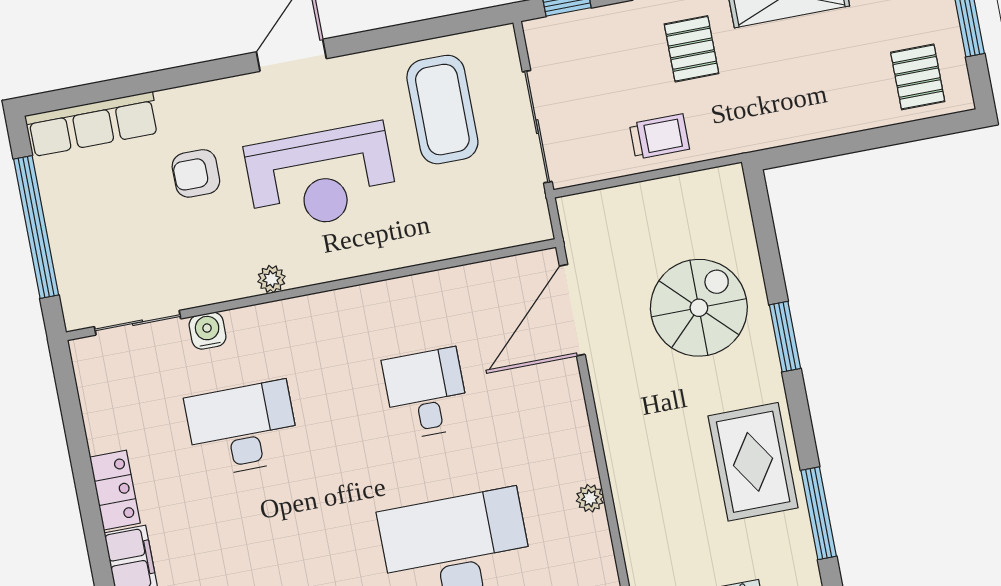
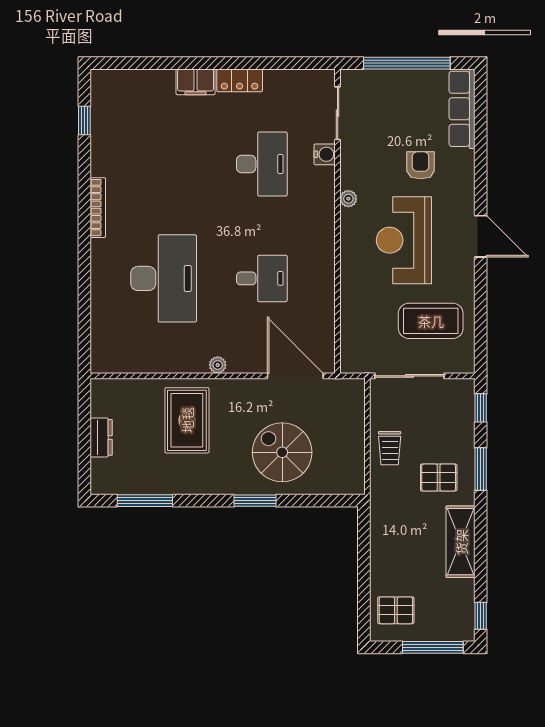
spiral stairs: (699, 308) -> (282, 452), turned 180
rug: (753, 462) -> (187, 420), moved, turned 90
plant: (590, 498) -> (218, 365), moved

